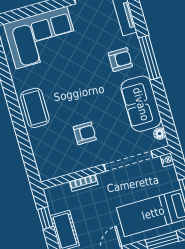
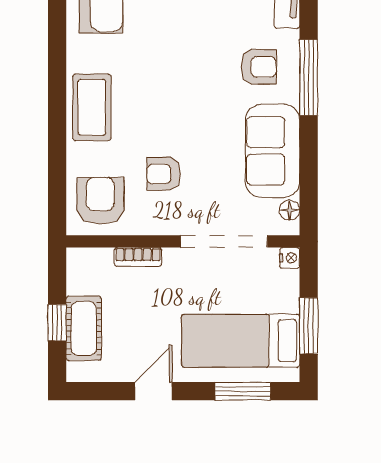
armchair: (85, 133) -> (164, 174), turned 180
armchair: (54, 158) -> (100, 201), added
window: (45, 218) -> (57, 323), moved

